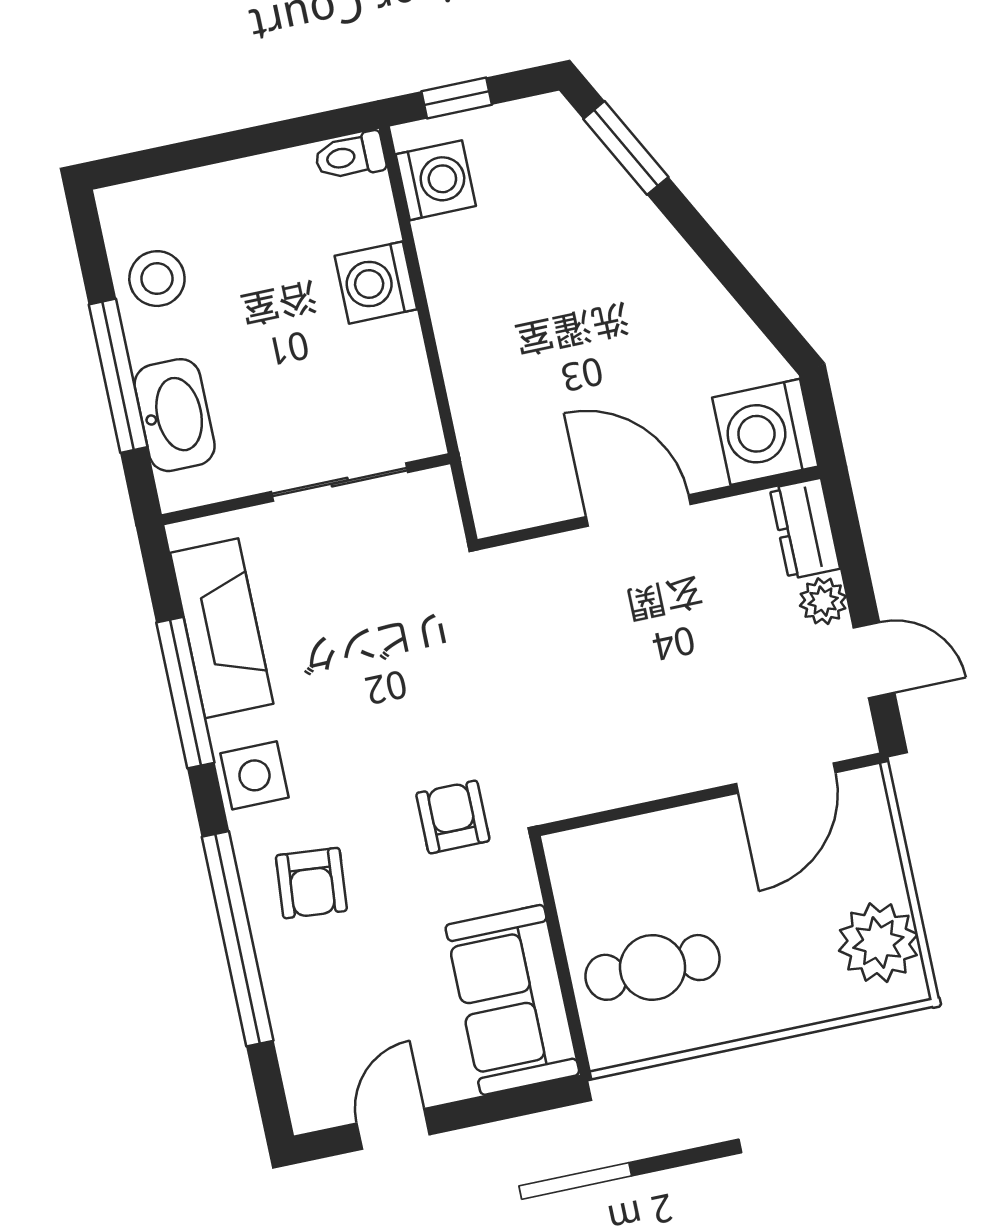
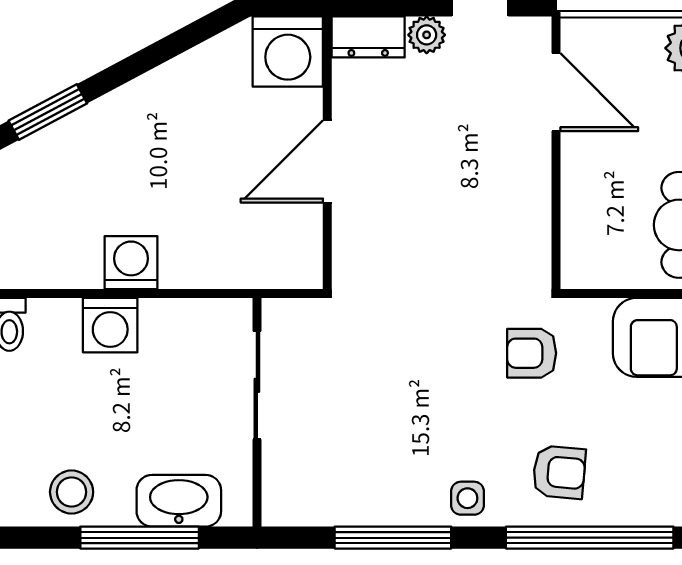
washing machine: (436, 180) -> (131, 263), moved
fireplace: (222, 628) -> (350, 499), removed
side table: (254, 775) -> (467, 498), width x0.73, depth x0.73

